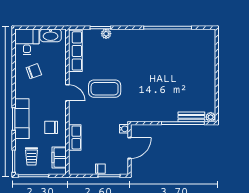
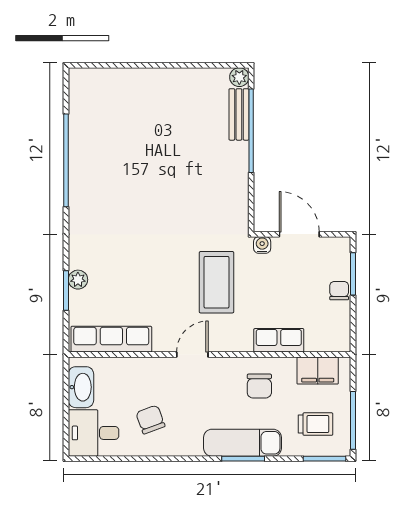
coffee table: (105, 89) -> (216, 282), moved

